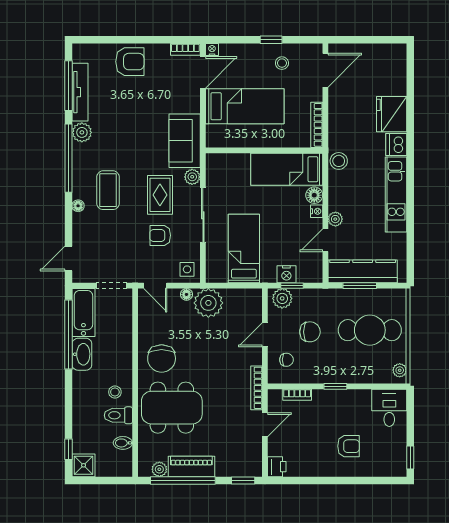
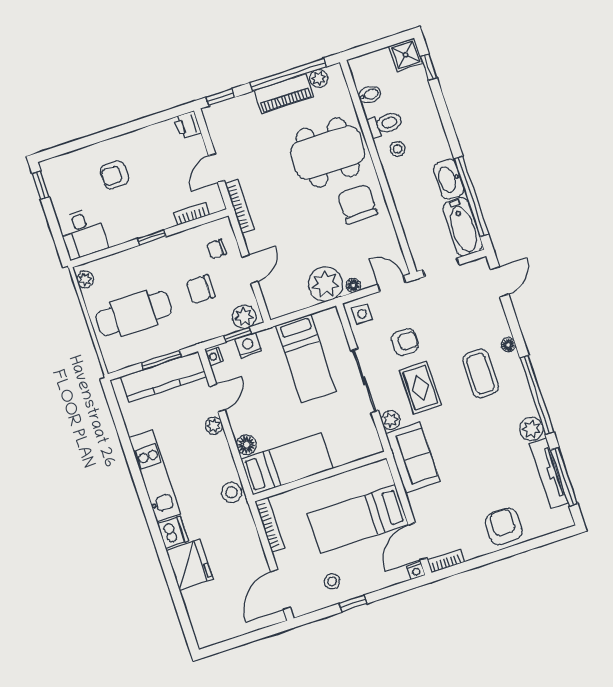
armchair: (130, 62) -> (504, 526), turned 90
nightstand: (317, 211) -> (214, 356), moved

